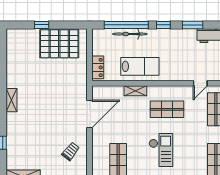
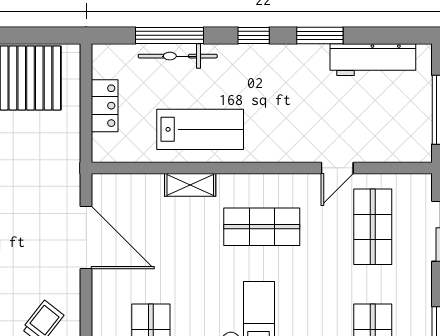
window: (126, 25) -> (169, 35), width x0.68
locker: (98, 67) -> (105, 106), moved
door: (90, 114) -> (86, 238), hinge flipped

